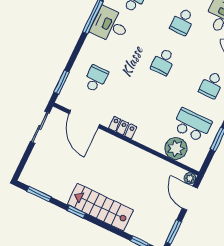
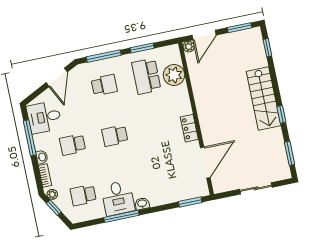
school desk: (182, 22) -> (73, 145), turned 180
washbasin: (90, 42) -> (142, 204), added
school desk: (163, 62) -> (115, 136), turned 180
school desk: (96, 79) -> (168, 178), removed
sliding door: (40, 127) -> (256, 188), moved

